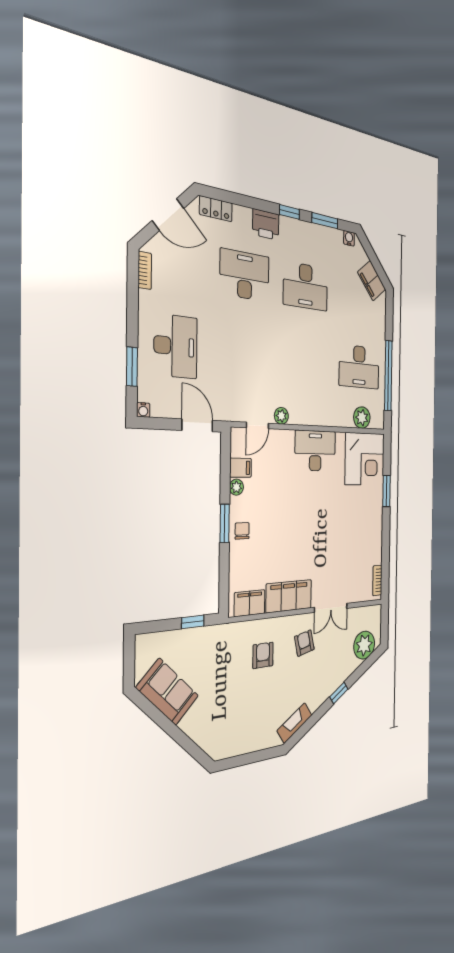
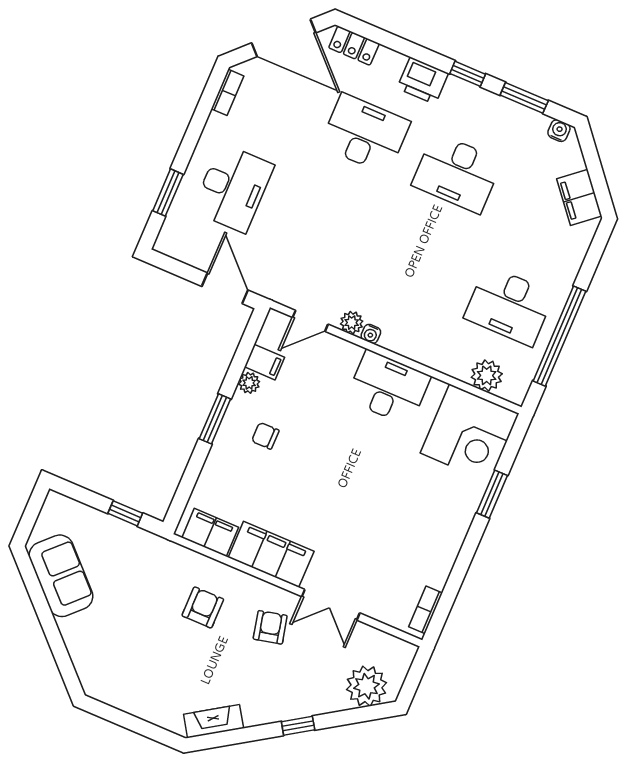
door: (168, 215) -> (284, 38), width x1.36
water cooler: (143, 410) -> (371, 334), moved
chair: (242, 531) -> (265, 436), moved, turned -90

